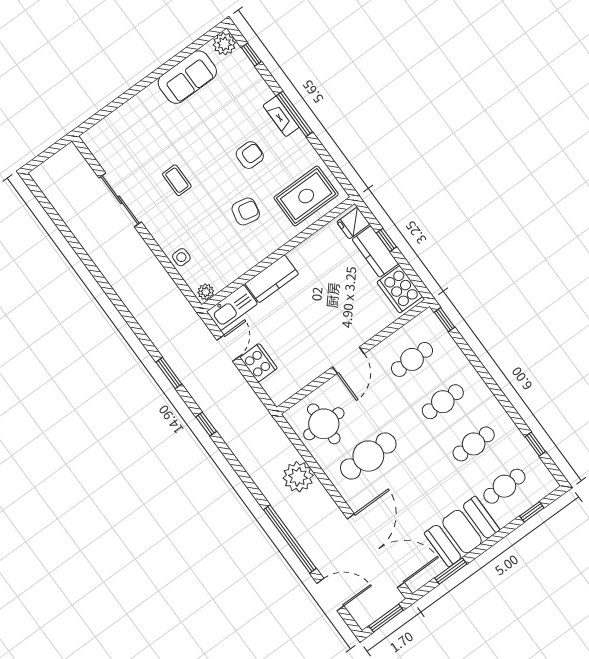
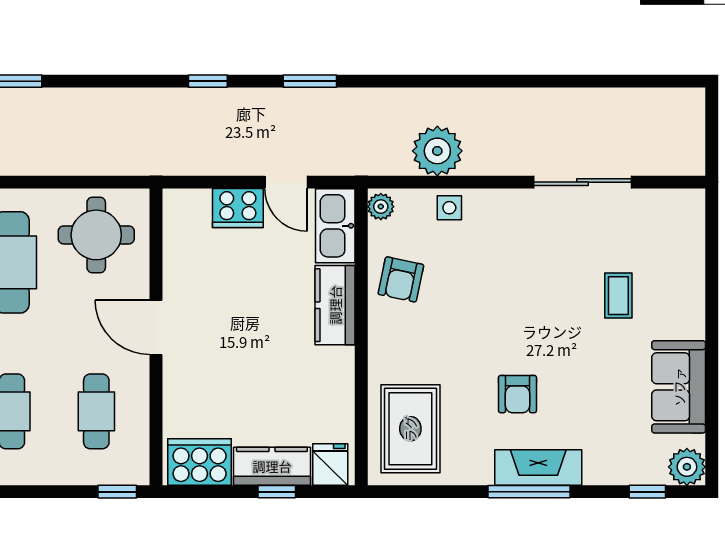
fireplace: (281, 116) -> (538, 467), width x1.37, depth x1.32
coffee table: (177, 180) -> (618, 296), moved, turned 90
armchair: (246, 211) -> (401, 279), moved
plant: (298, 477) -> (437, 151), moved

